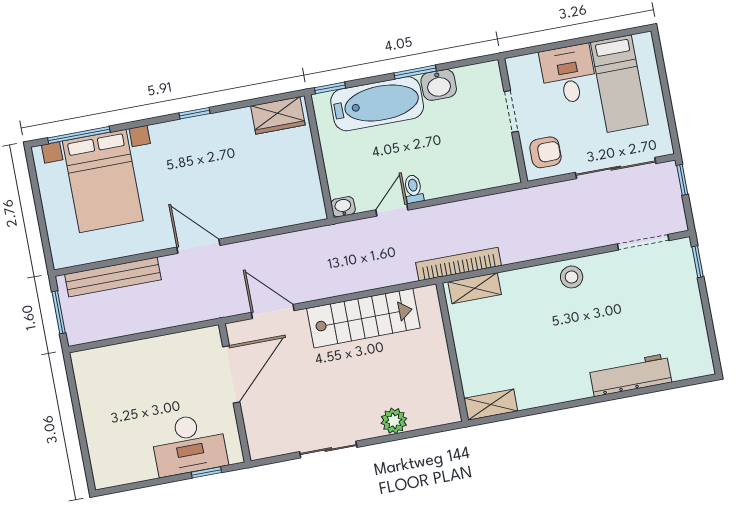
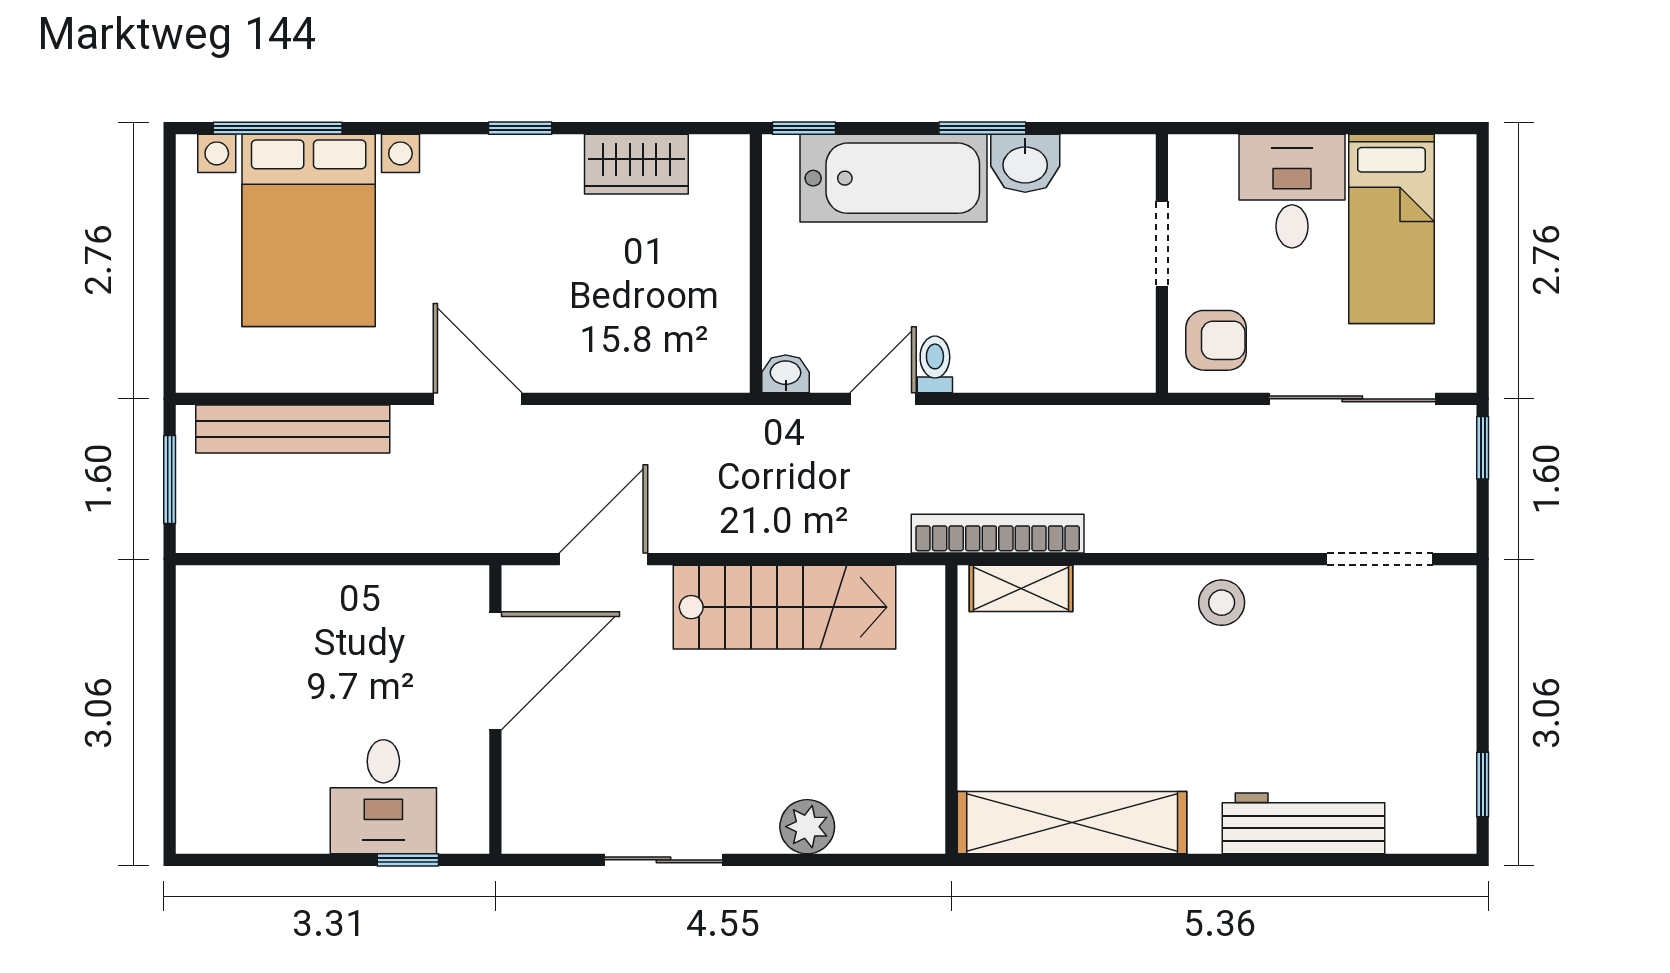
wardrobe: (278, 115) -> (636, 164), moved
window: (698, 262) -> (1483, 785), moved
door: (273, 311) -> (603, 559), hinge flipped
shelving: (491, 405) -> (1072, 823), width x2.20, depth x1.33
desk: (189, 444) -> (383, 797), width x0.73

